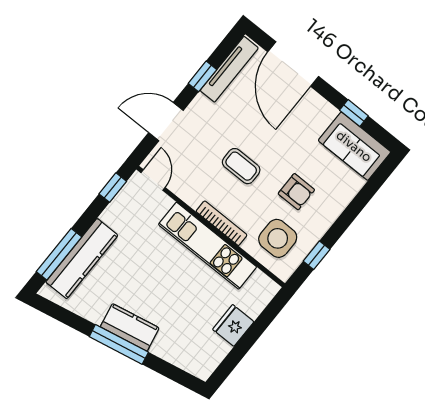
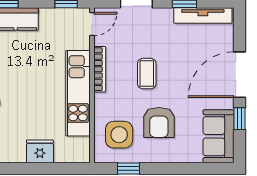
door: (293, 64) -> (239, 75), moved
armchair: (296, 192) -> (159, 122), width x1.38, depth x1.38
bookcase: (222, 223) -> (100, 69), moved

